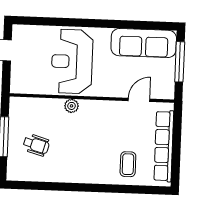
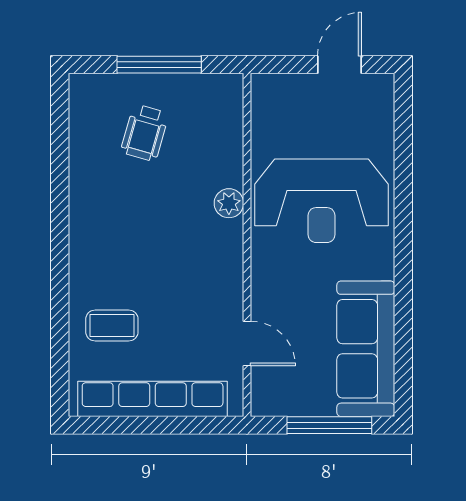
reception desk: (72, 62) -> (321, 201), turned 180

